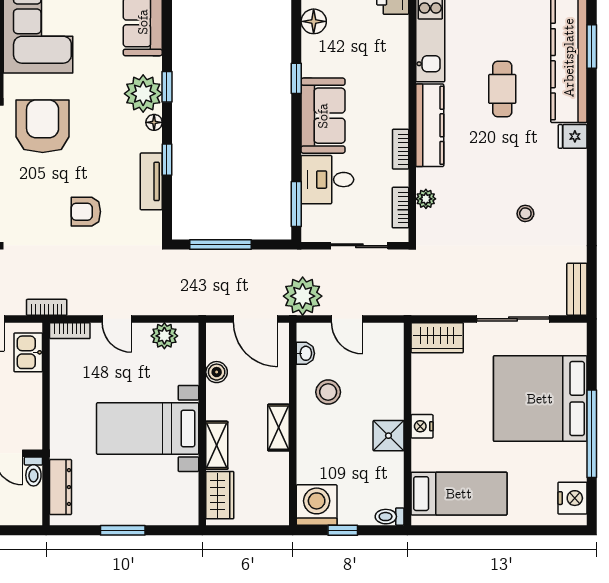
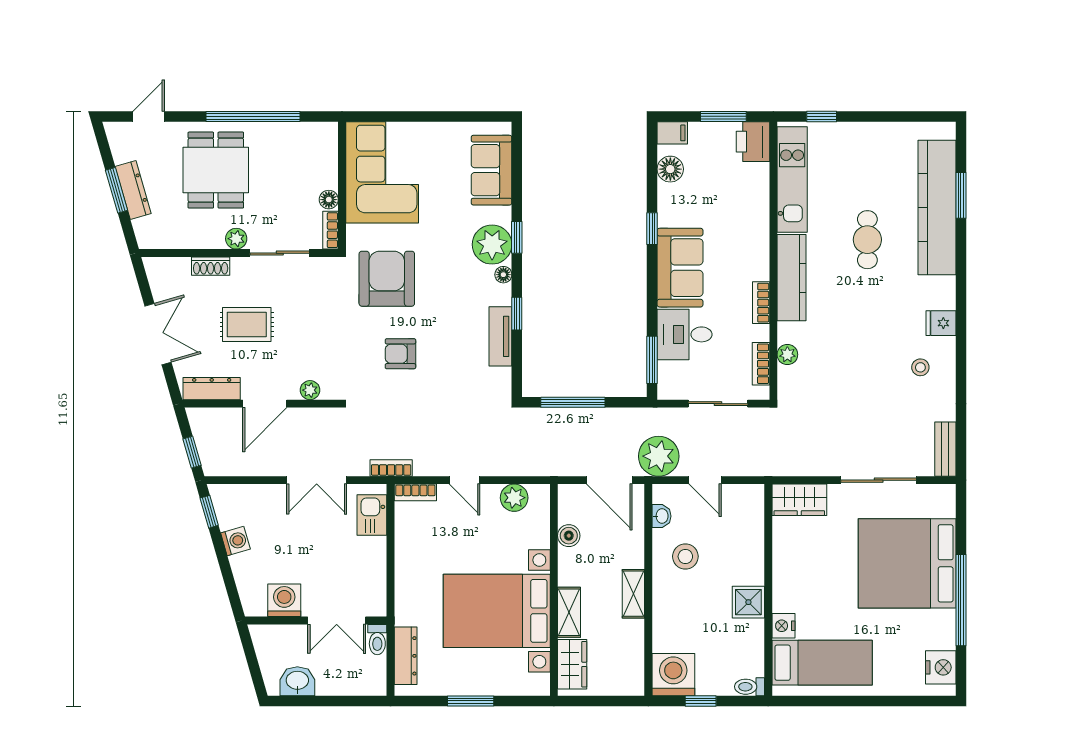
fridge: (573, 136) -> (941, 323), moved
armchair: (86, 212) -> (400, 354), moved
stool: (525, 213) -> (920, 367), moved
nightstand: (422, 426) -> (783, 626), moved
bed with nightstands: (148, 428) -> (497, 611), width x1.36

